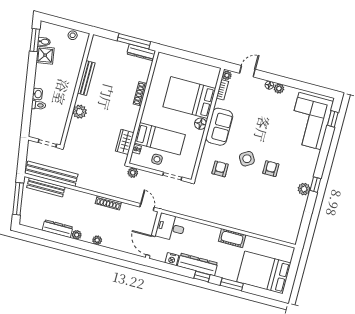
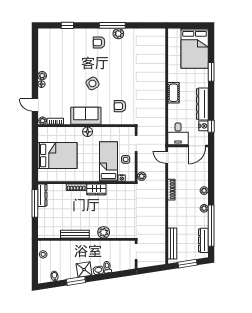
window: (35, 40) -> (76, 281), moved
shower: (45, 55) -> (84, 270), moved
bed: (189, 98) -> (57, 156), moved, turned -90
window: (333, 119) -> (67, 25), moved
corner sofa: (310, 121) -> (62, 44), removed
wardrobe: (125, 142) -> (96, 189), moved
side table: (247, 159) -> (92, 83), moved
armchair: (271, 169) -> (99, 42), moved
bench: (51, 174) -> (160, 242), removed
window: (315, 185) -> (112, 25), width x2.17
window: (18, 199) -> (187, 264), width x0.69
door: (147, 207) -> (167, 157), hinge flipped
dresser: (57, 229) -> (203, 240), moved
window: (55, 238) -> (211, 226), added
cot: (232, 238) -> (174, 93), moved
window: (202, 276) -> (211, 126), moved

